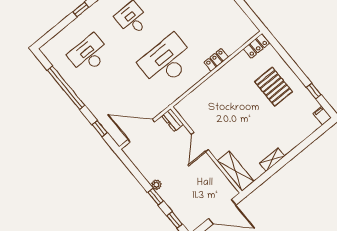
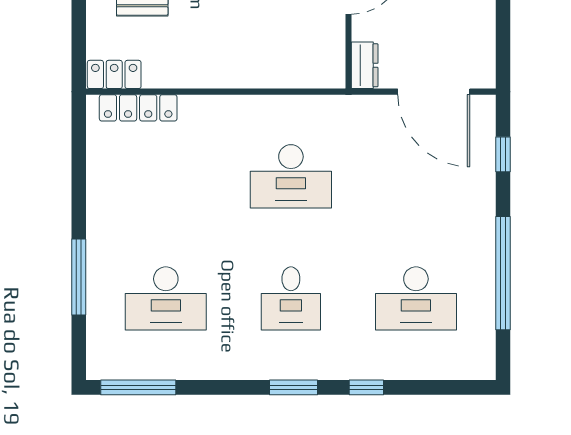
locker: (216, 60) -> (138, 108), moved, width x1.53
desk: (167, 61) -> (291, 176), width x0.73, depth x0.77

